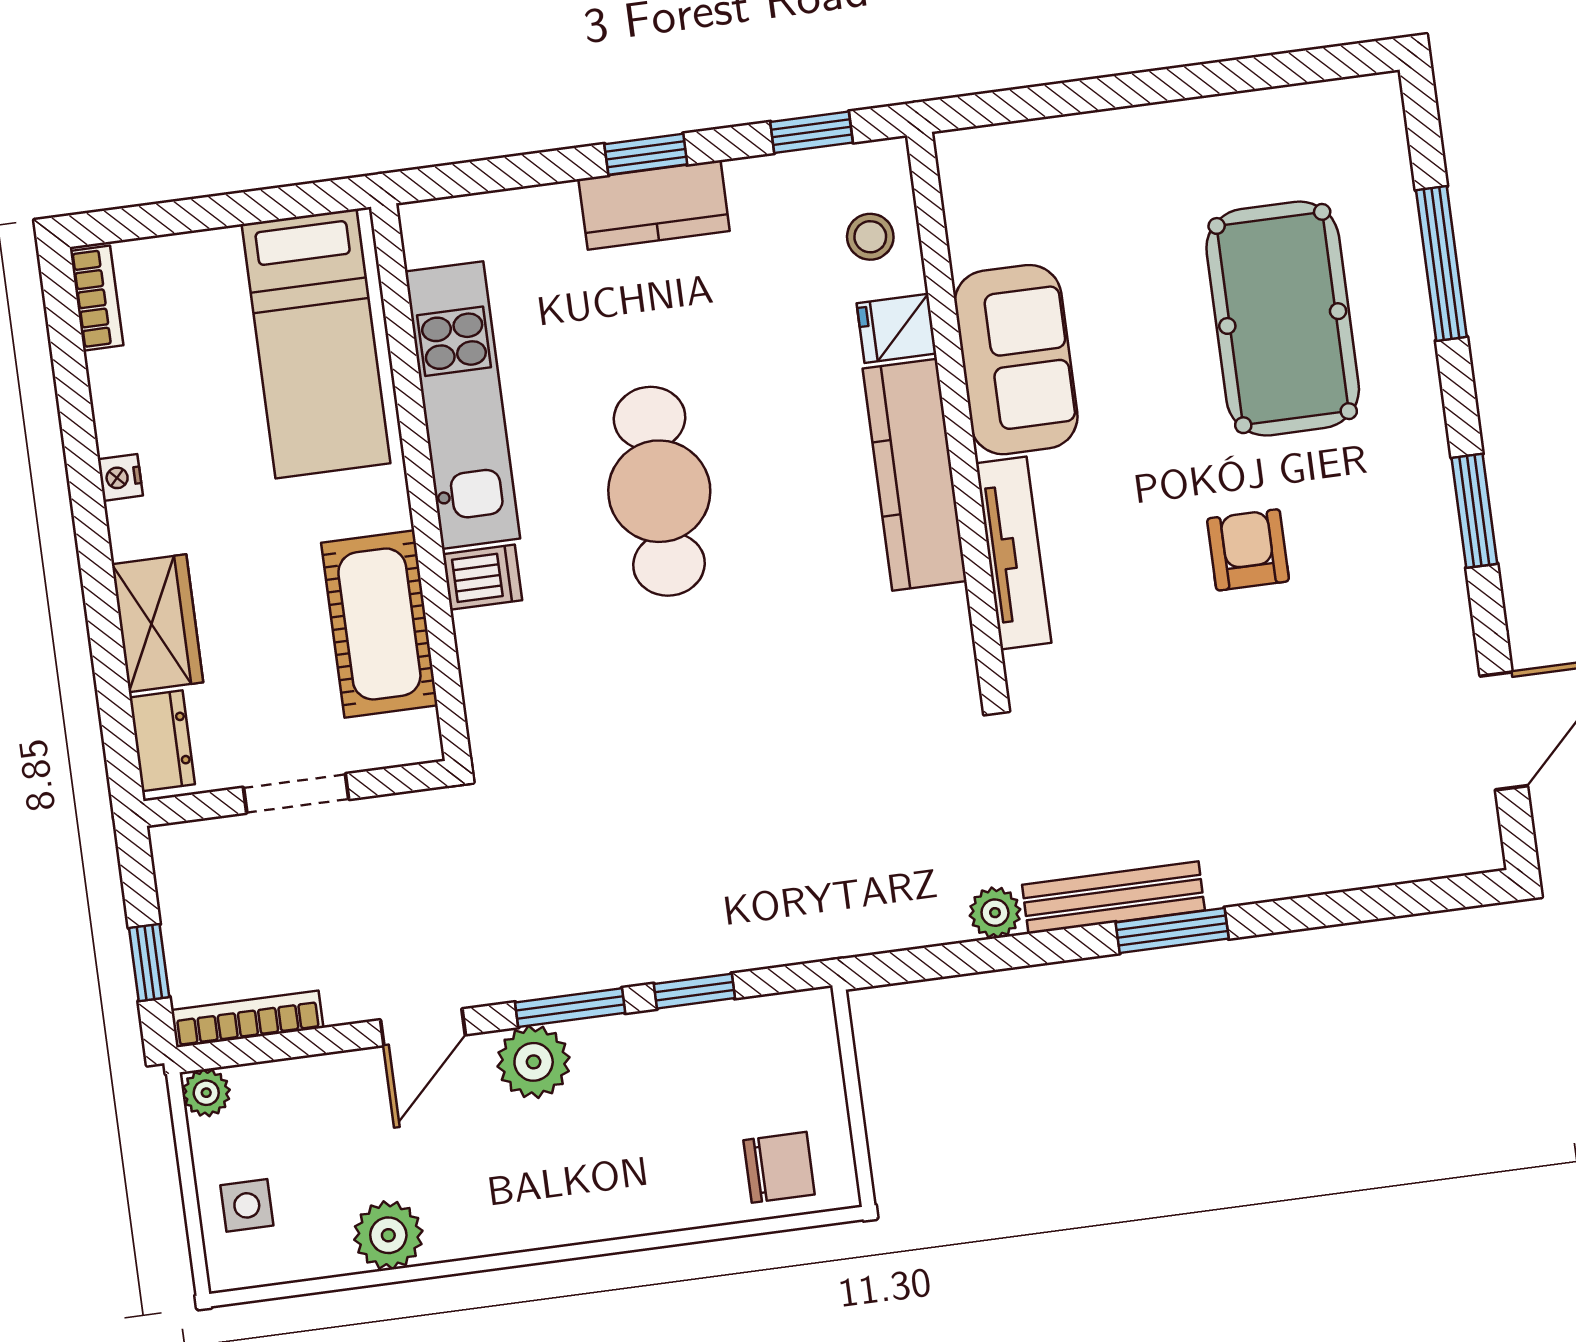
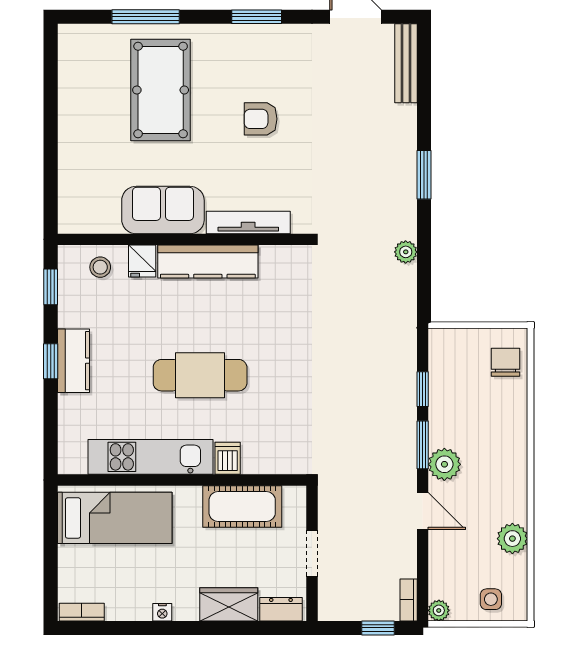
pool table: (1283, 319) -> (161, 90), turned 90
bench: (1113, 897) -> (406, 63), moved
bookcase: (247, 1019) -> (409, 600), width x0.64

